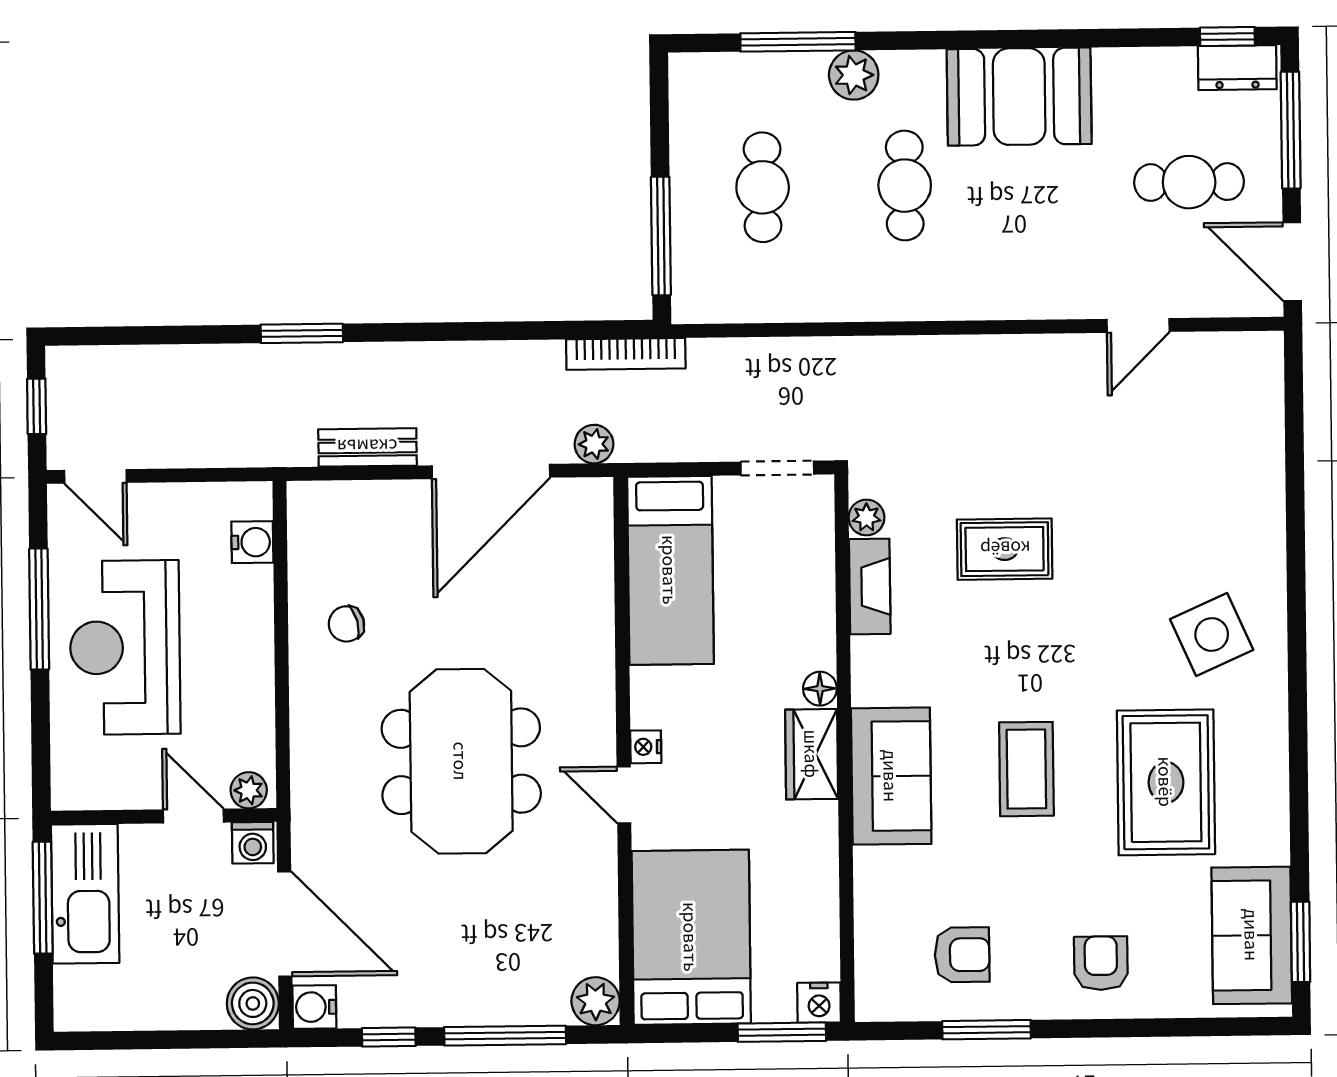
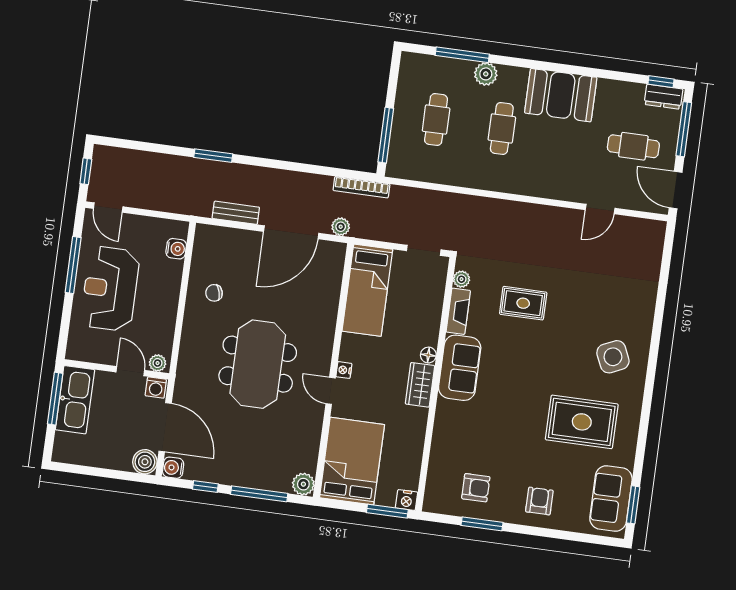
coffee table: (1026, 769) -> (518, 406), removed
sofa: (891, 776) -> (460, 368), moved
rug: (1166, 782) -> (582, 422), turned 90

